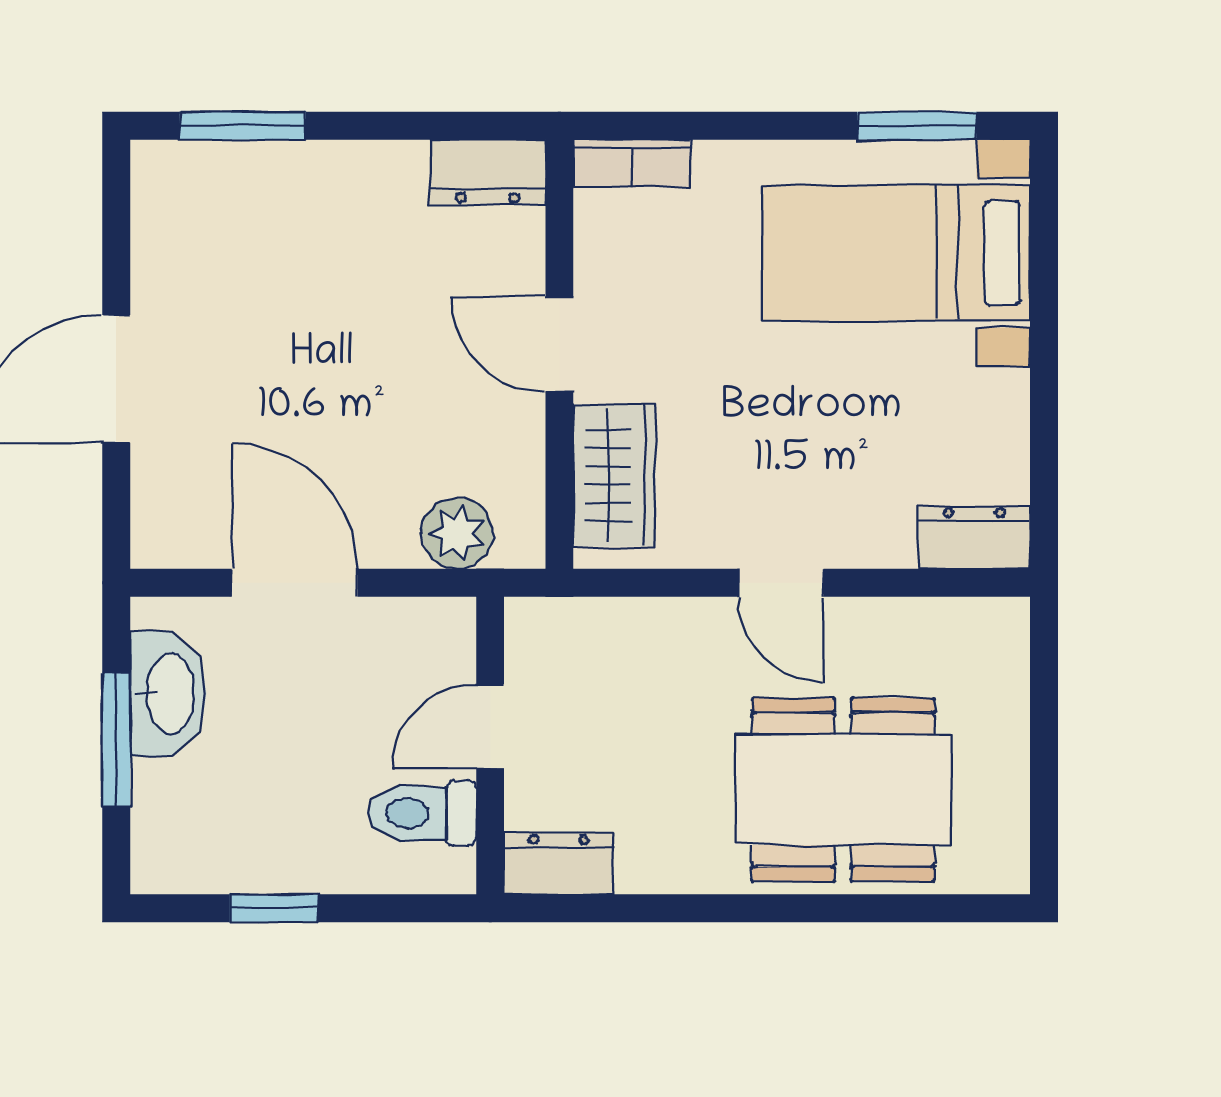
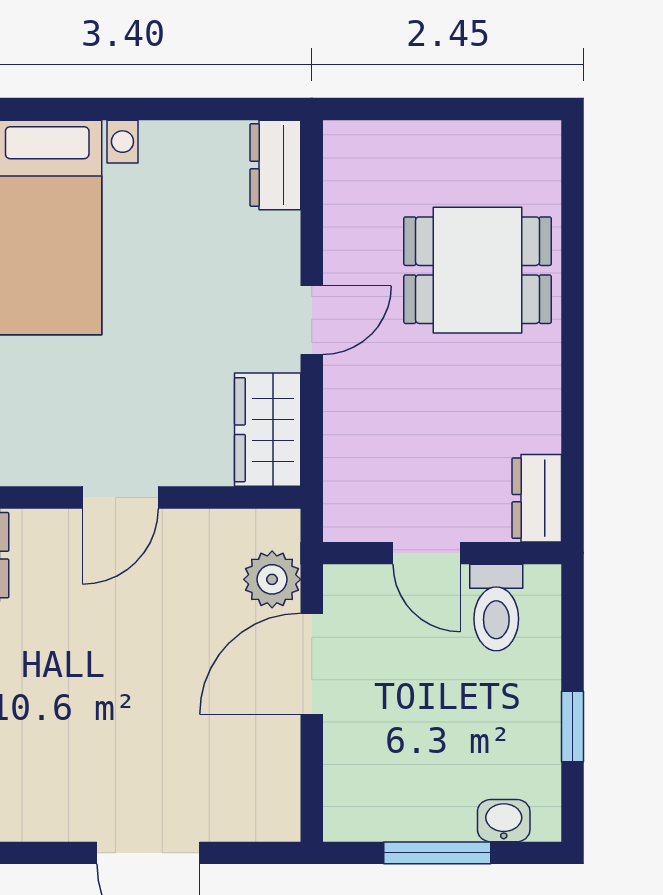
wardrobe: (614, 475) -> (268, 430), moved, turned -90
door: (295, 583) -> (312, 664), moved
washbasin: (168, 693) -> (504, 821), moved, width x0.52, depth x0.69
dining table: (843, 790) -> (478, 270), width x0.73

